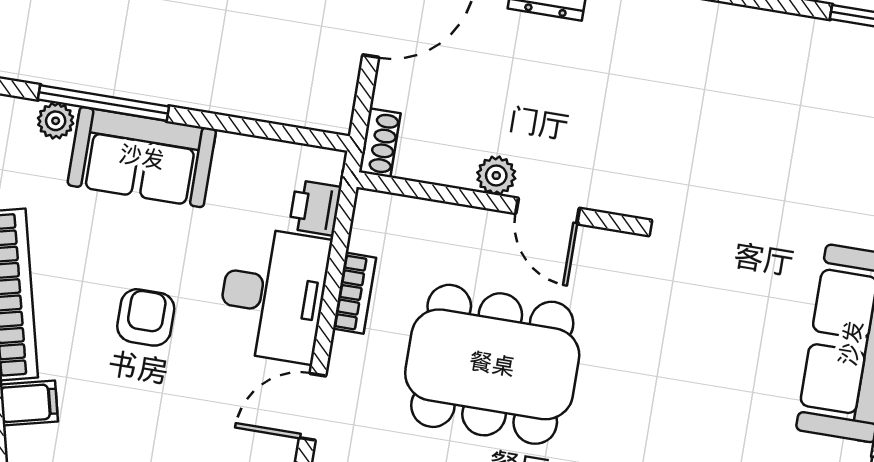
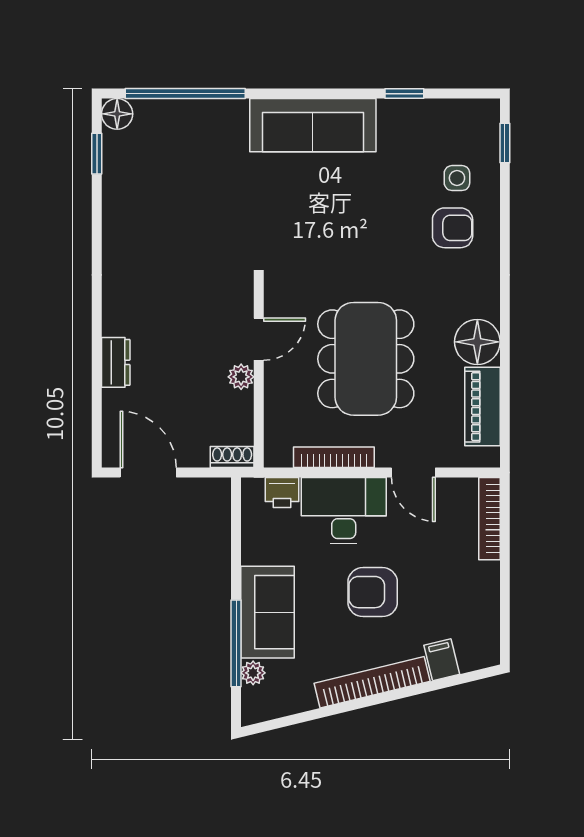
bookcase: (355, 293) -> (334, 457), width x1.56
armchair: (146, 317) -> (373, 592), width x1.38, depth x1.38

